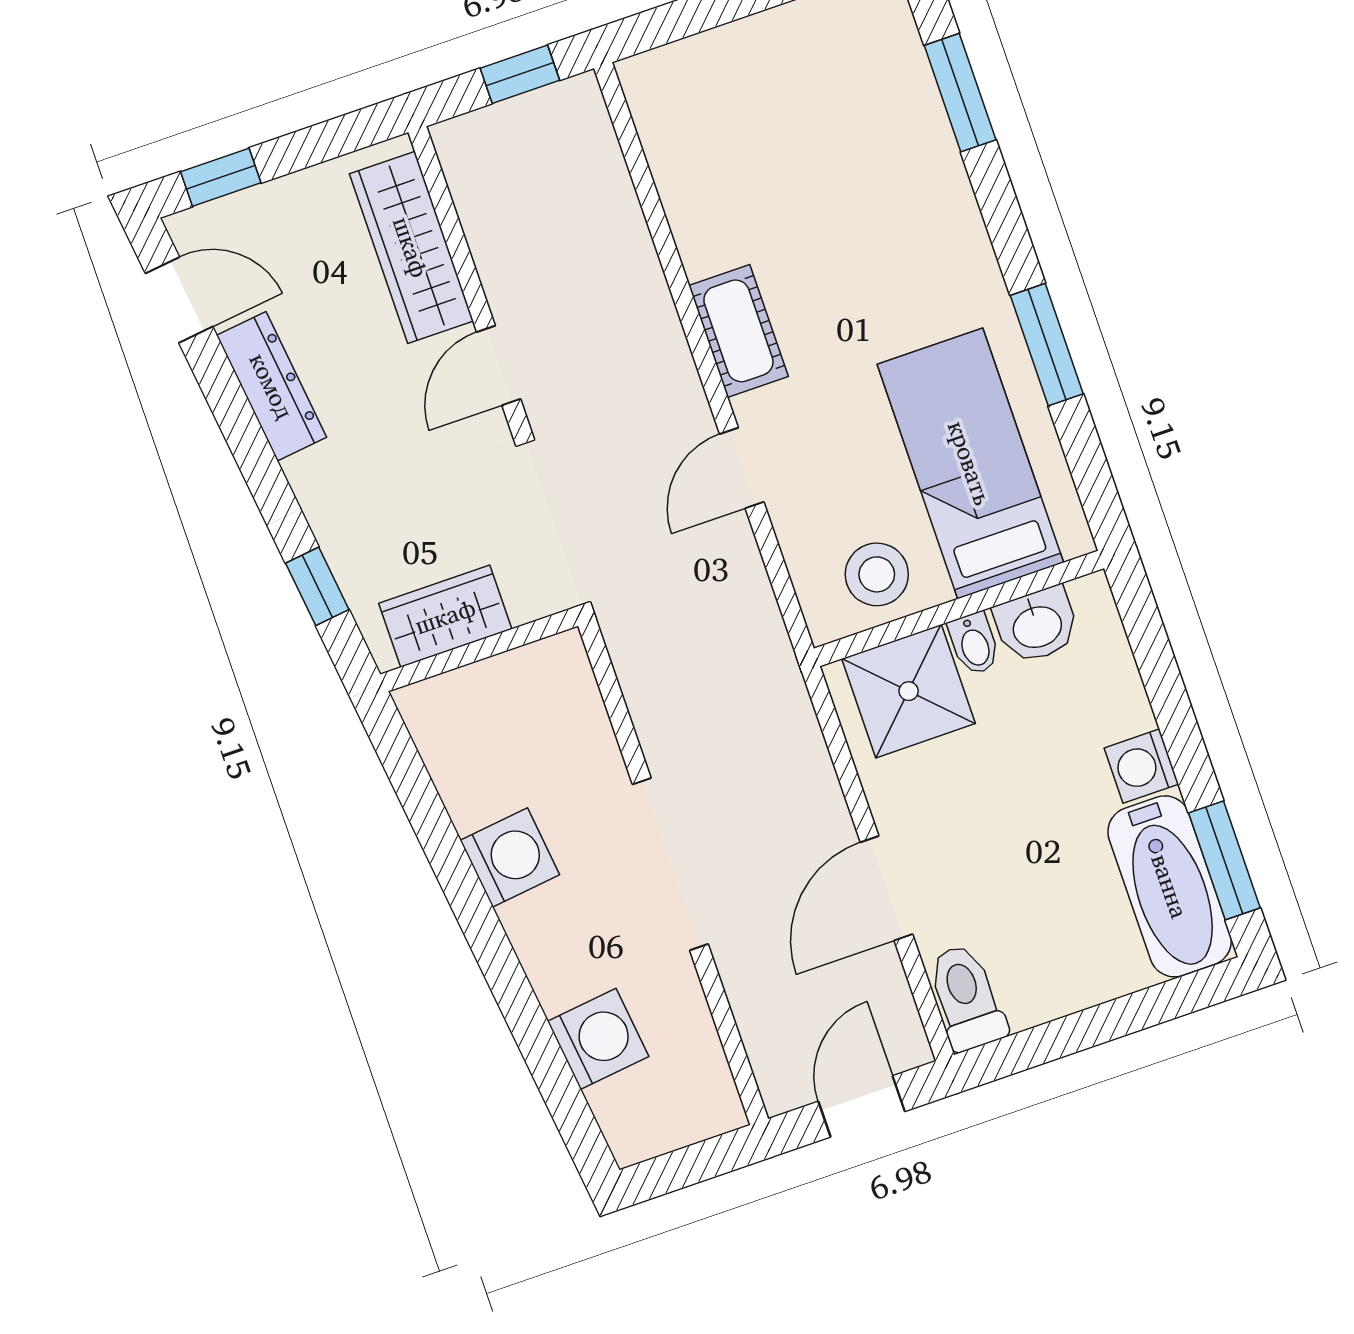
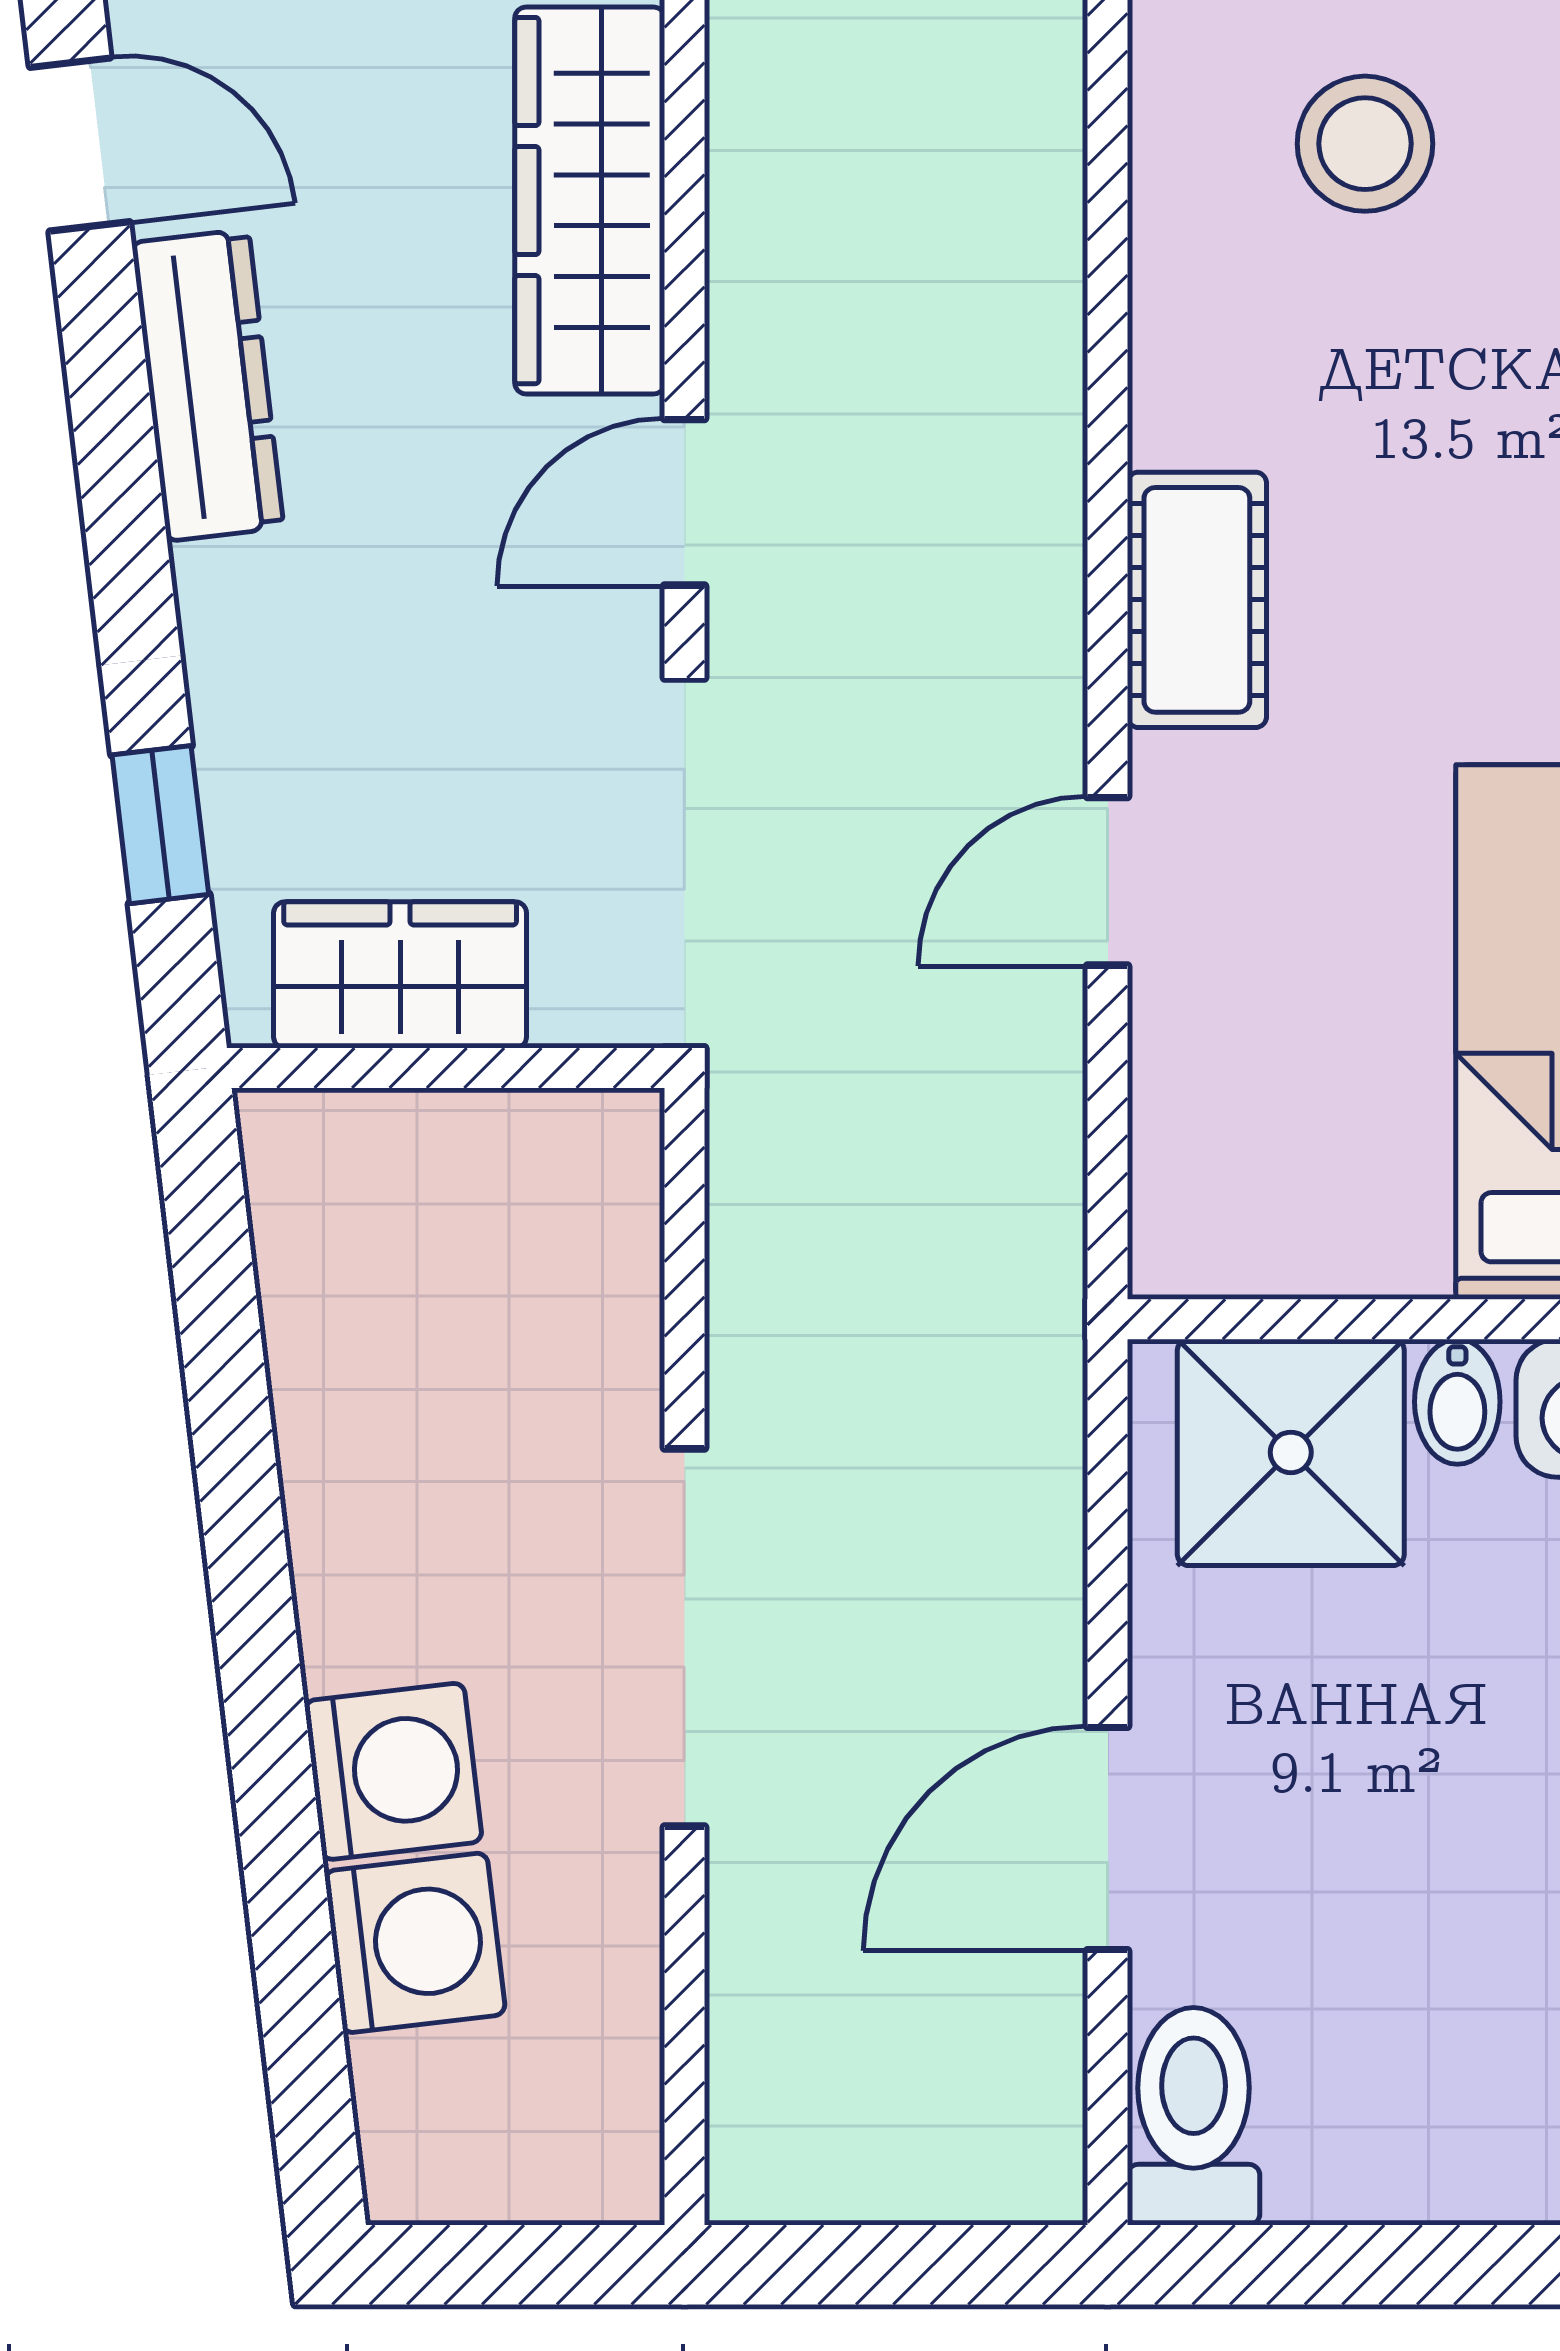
stool: (877, 574) -> (1365, 144), moved
washing machine: (510, 857) -> (393, 1771), moved
door: (862, 1106) -> (904, 2265), removed

